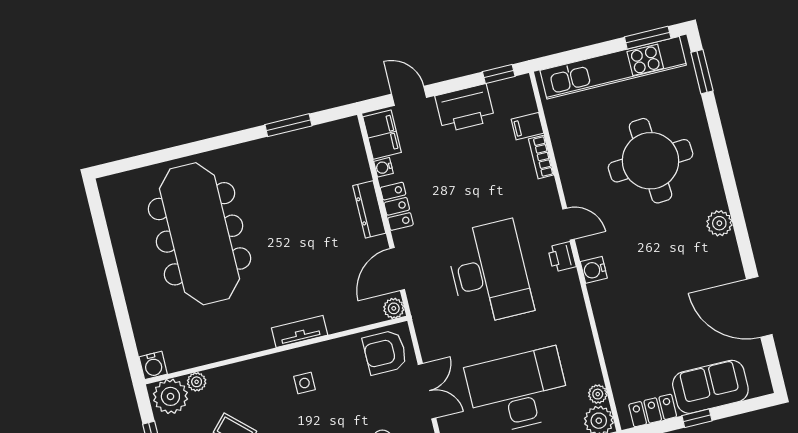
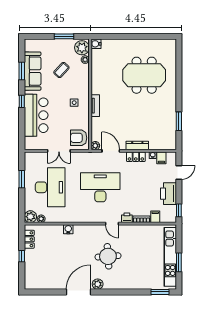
window: (648, 38) -> (179, 262), moved
filing cabinet: (382, 135) -> (161, 158), width x0.50
round table: (650, 161) -> (108, 256), moved, width x0.73, depth x0.73
door: (569, 224) -> (112, 224), hinge flipped
meeting table: (200, 234) -> (144, 75), width x0.73
printer: (562, 257) -> (127, 218), moved
water cooler: (594, 270) -> (68, 229), moved
desk: (489, 273) -> (100, 187), turned 180
door: (759, 307) -> (79, 292), moved
armchair: (385, 352) -> (79, 138), turned -90
sofa: (710, 387) -> (33, 265), removed

